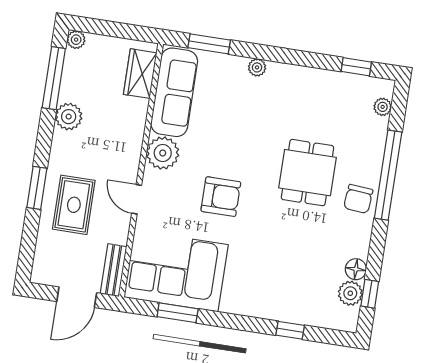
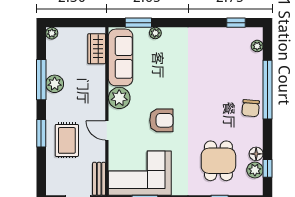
plant: (257, 67) -> (155, 33), moved
window: (54, 78) -> (41, 80), moved
dining table: (307, 173) -> (218, 161), moved

